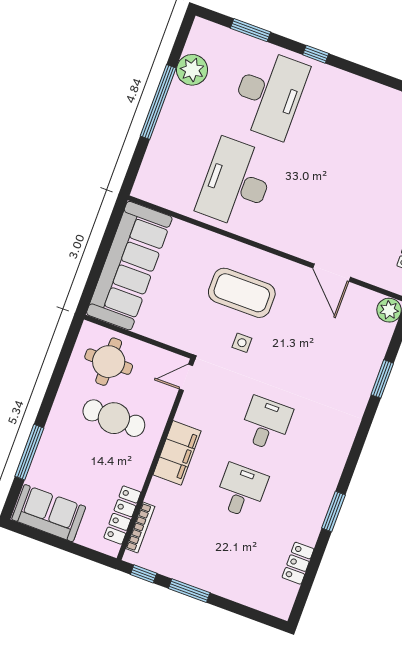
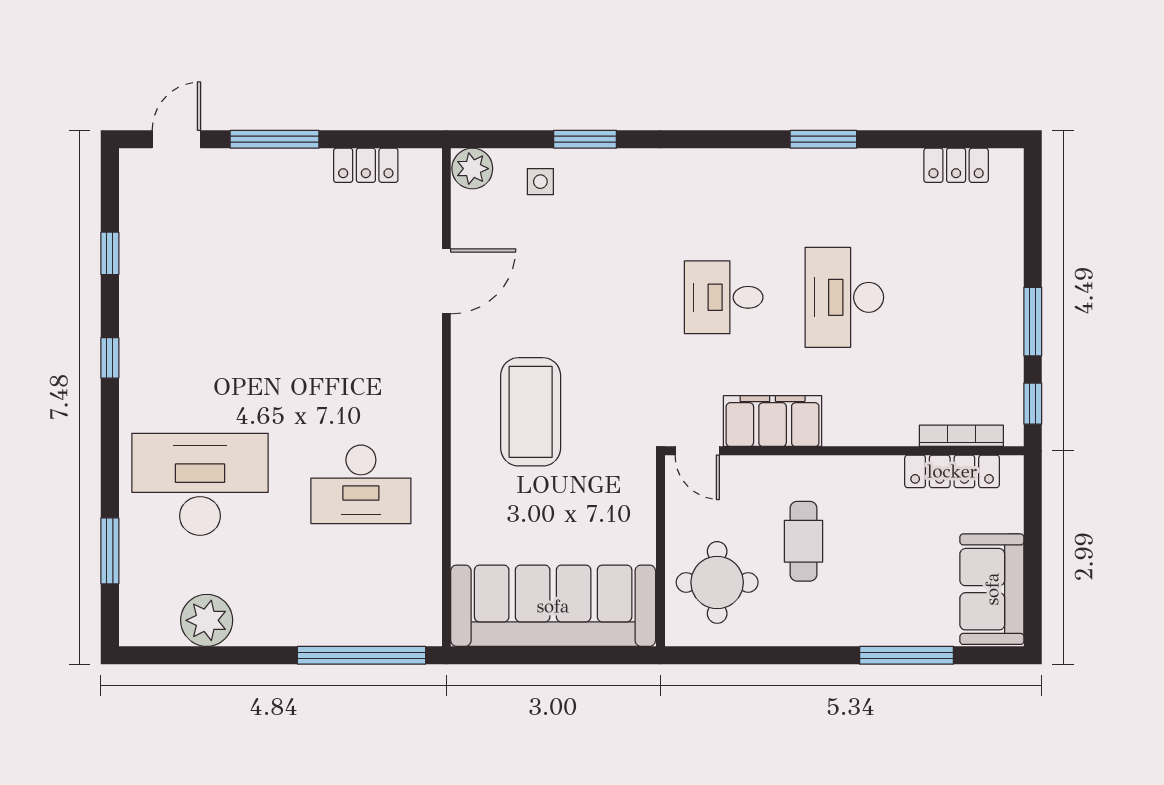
window: (316, 54) -> (110, 358), moved
window: (158, 102) -> (362, 655), moved
desk: (236, 183) -> (361, 484), width x0.73, depth x0.77
side table: (242, 343) -> (540, 182), moved
cafe table: (114, 418) -> (803, 541), width x0.73, depth x0.74
filing cabinet: (177, 453) -> (773, 421), moved
desk: (241, 491) -> (844, 297), width x1.37
locker: (298, 563) -> (956, 165), moved

